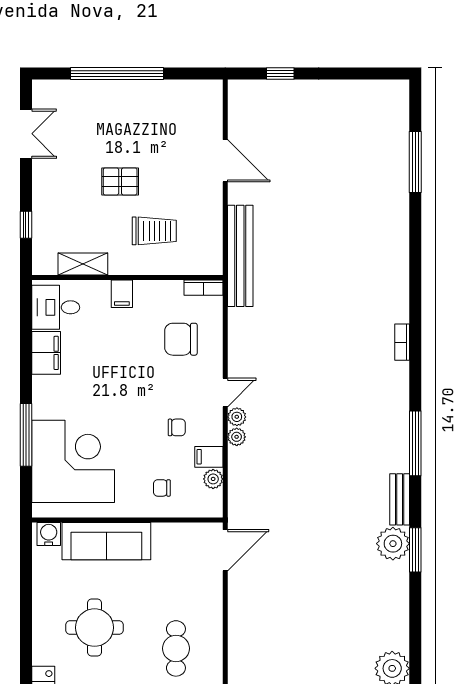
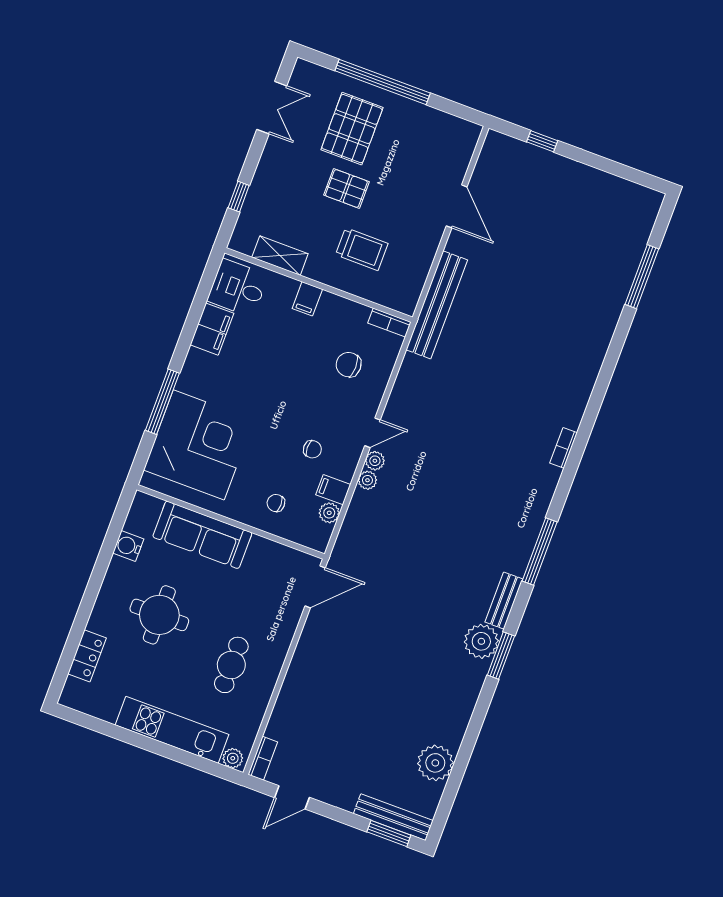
pallet: (105, 126) -> (352, 129), added
chair: (181, 339) -> (349, 365), width x0.73, depth x0.73
water cooler: (49, 534) -> (128, 546), moved, turned -90

